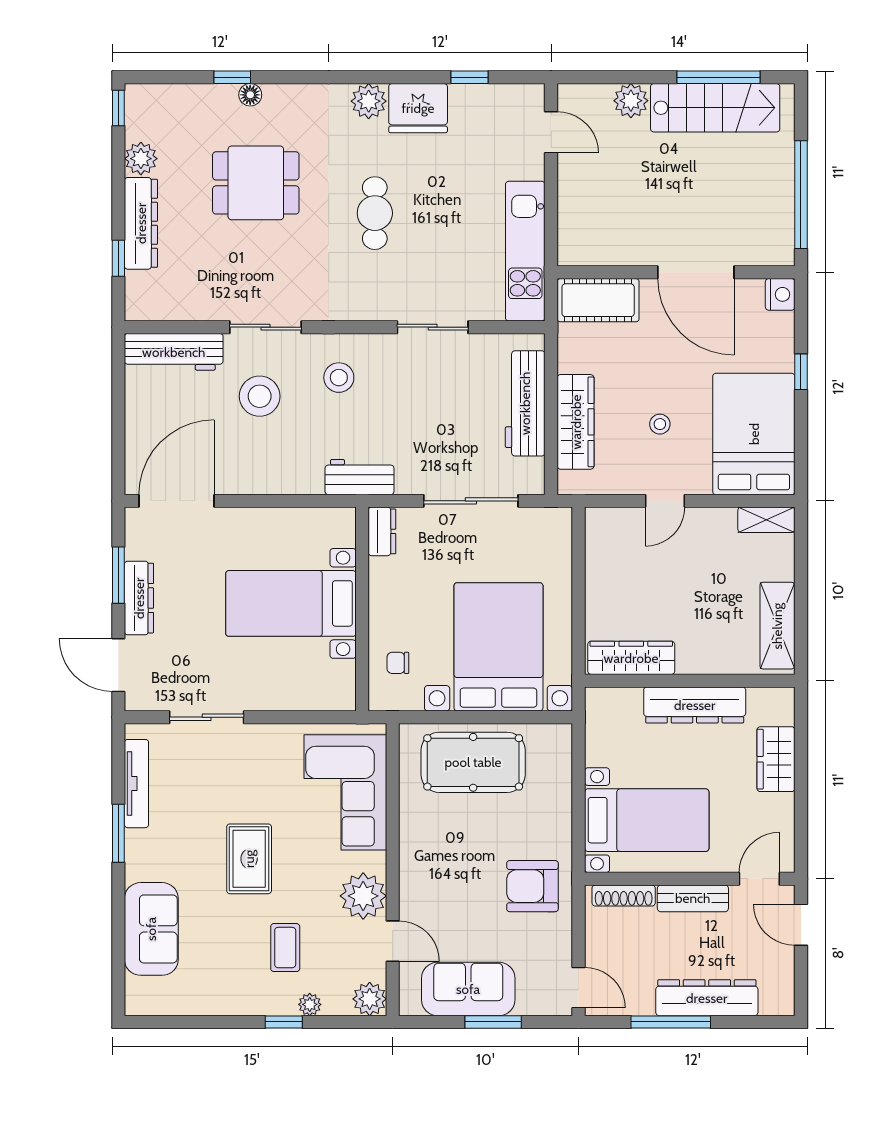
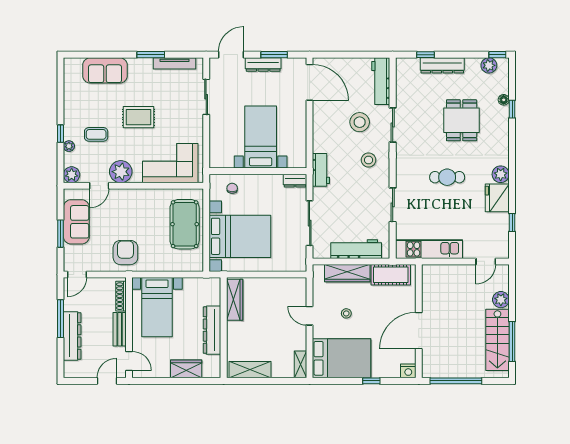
floor lamp: (250, 95) -> (504, 100), moved
plant: (141, 159) -> (489, 65), moved
cot: (598, 300) -> (391, 275), moved, turned 90

